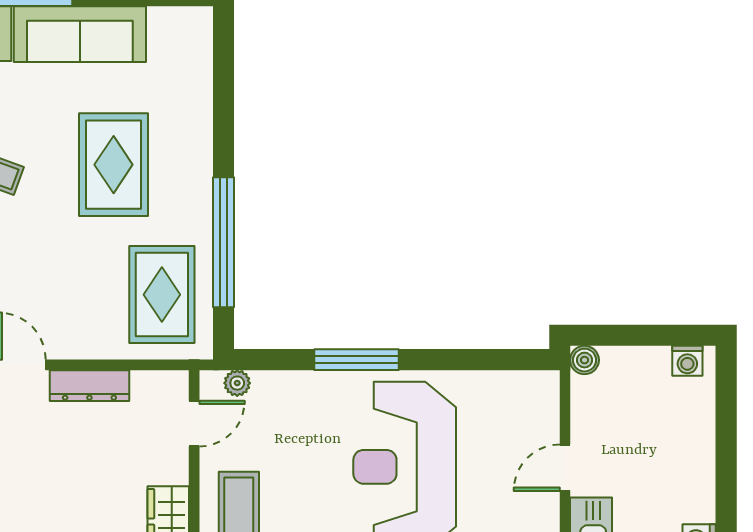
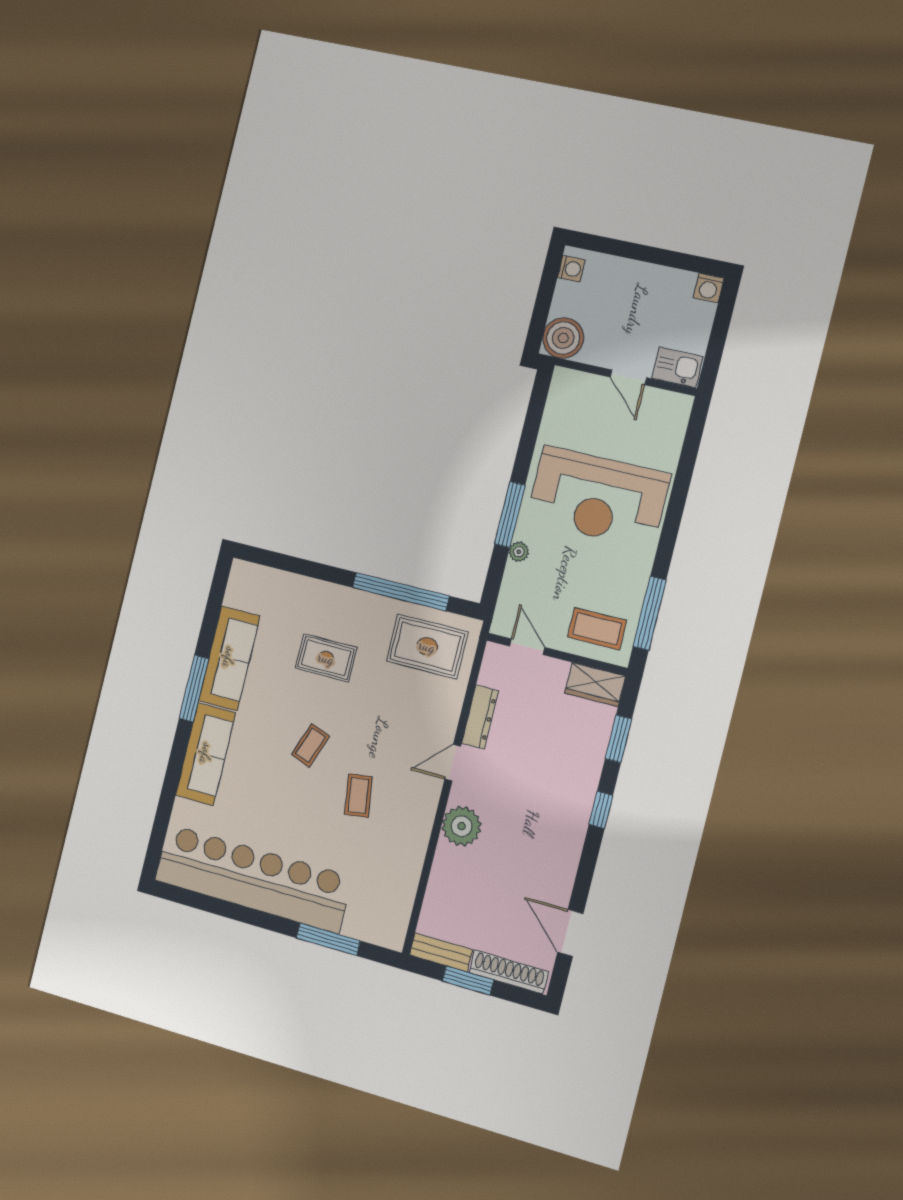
rug: (114, 165) -> (326, 658), width x0.73, depth x0.70
boiler: (584, 360) -> (563, 338), width x1.86, depth x1.86
plant: (237, 383) -> (519, 552), moved

